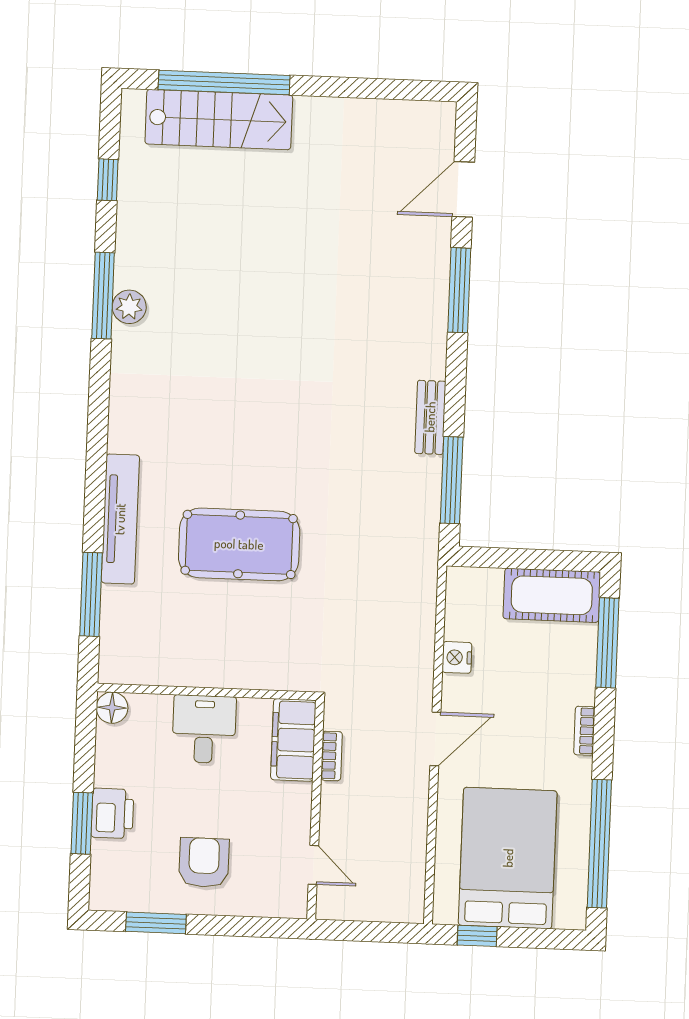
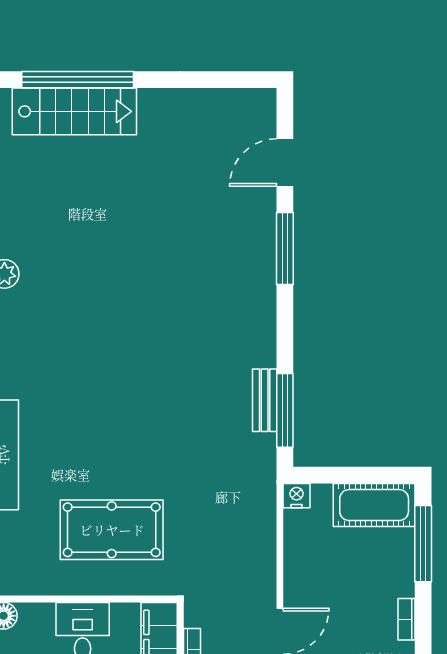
bench: (430, 417) -> (265, 400), moved
pool table: (239, 544) -> (112, 530), moved
nightstand: (457, 657) -> (297, 496), moved, turned 90

